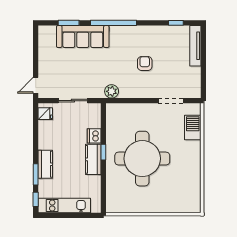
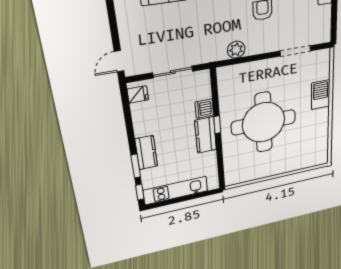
plant: (112, 91) -> (236, 50), moved
barbecue: (193, 127) -> (321, 95), moved

